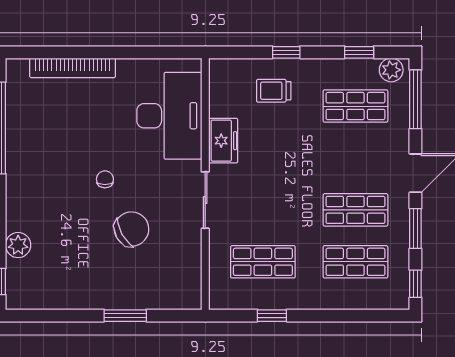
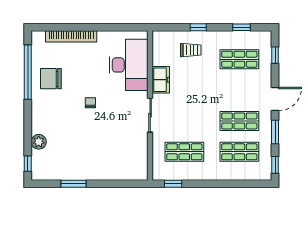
plant: (391, 70) -> (261, 38), removed
trolley: (274, 91) -> (191, 50), turned 180
window: (415, 99) -> (275, 55), width x0.46
chair: (132, 229) -> (51, 79), moved, turned -151
window: (125, 316) -> (74, 184), moved
window: (272, 316) -> (173, 184), moved

